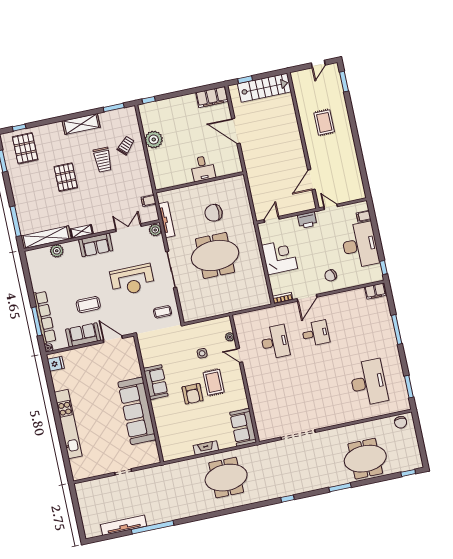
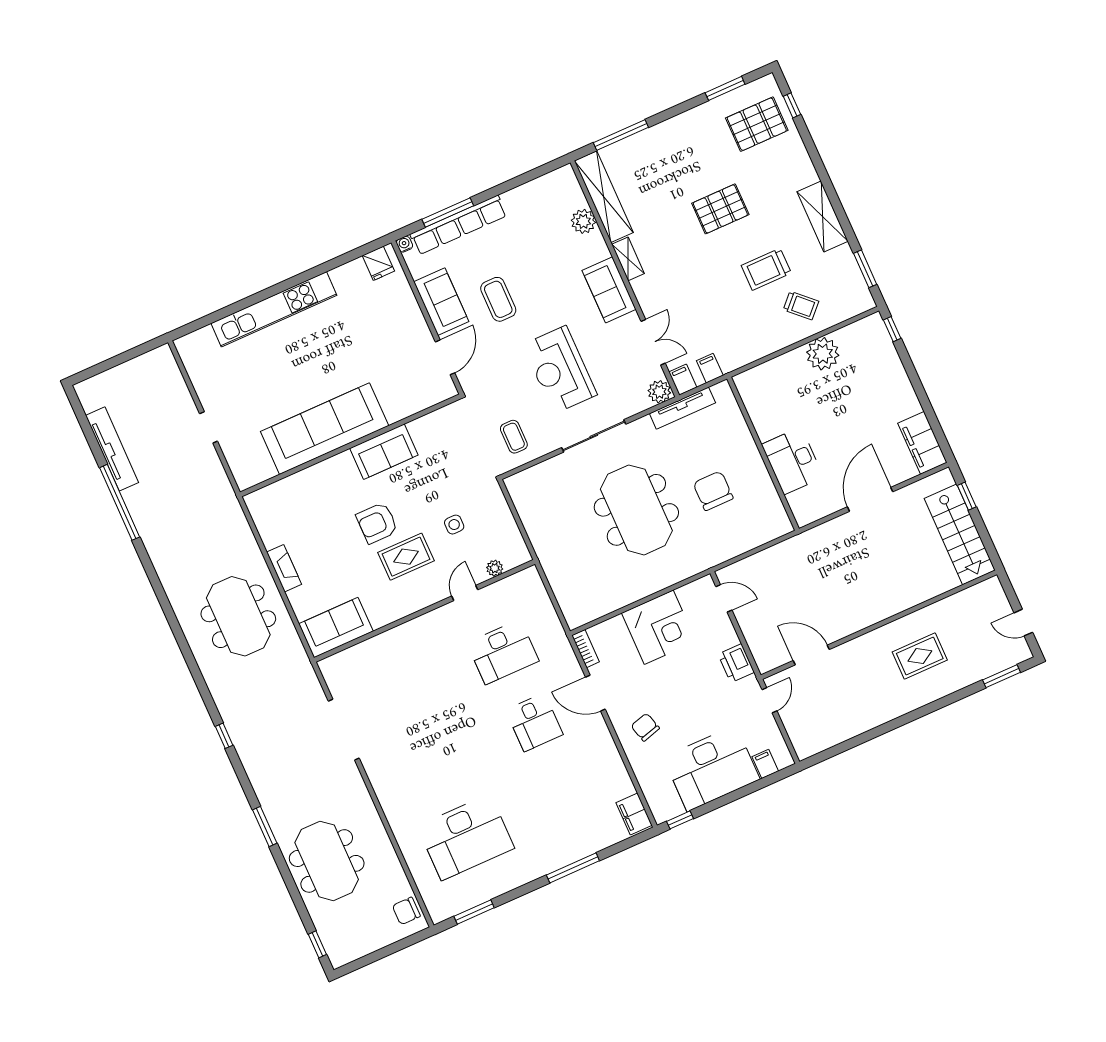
desk: (203, 168) -> (792, 461), width x1.37
filing cabinet: (152, 216) -> (683, 380), added

